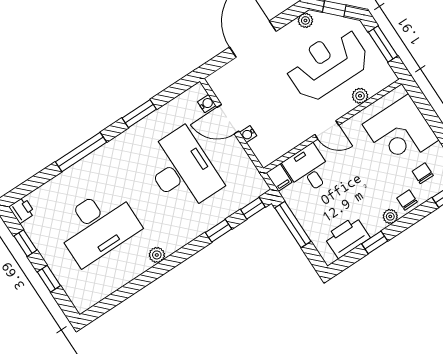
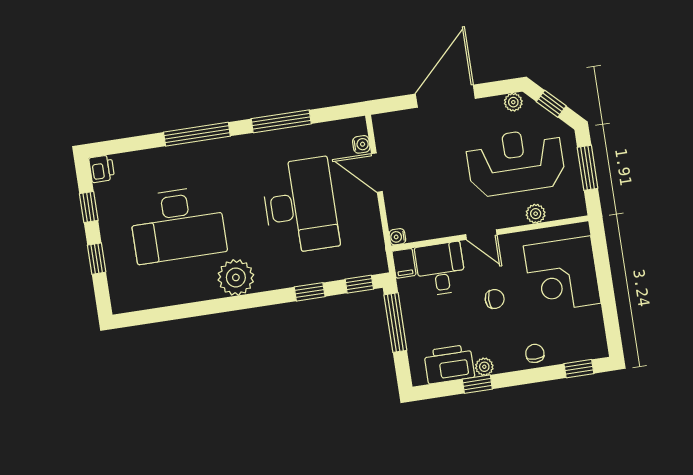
window: (139, 114) -> (281, 121), width x1.44
water cooler: (248, 134) -> (397, 237), moved
chair: (423, 173) -> (495, 299), moved, turned 90
plant: (390, 216) -> (484, 367), moved
plant: (157, 255) -> (236, 277), width x1.88, depth x1.88

